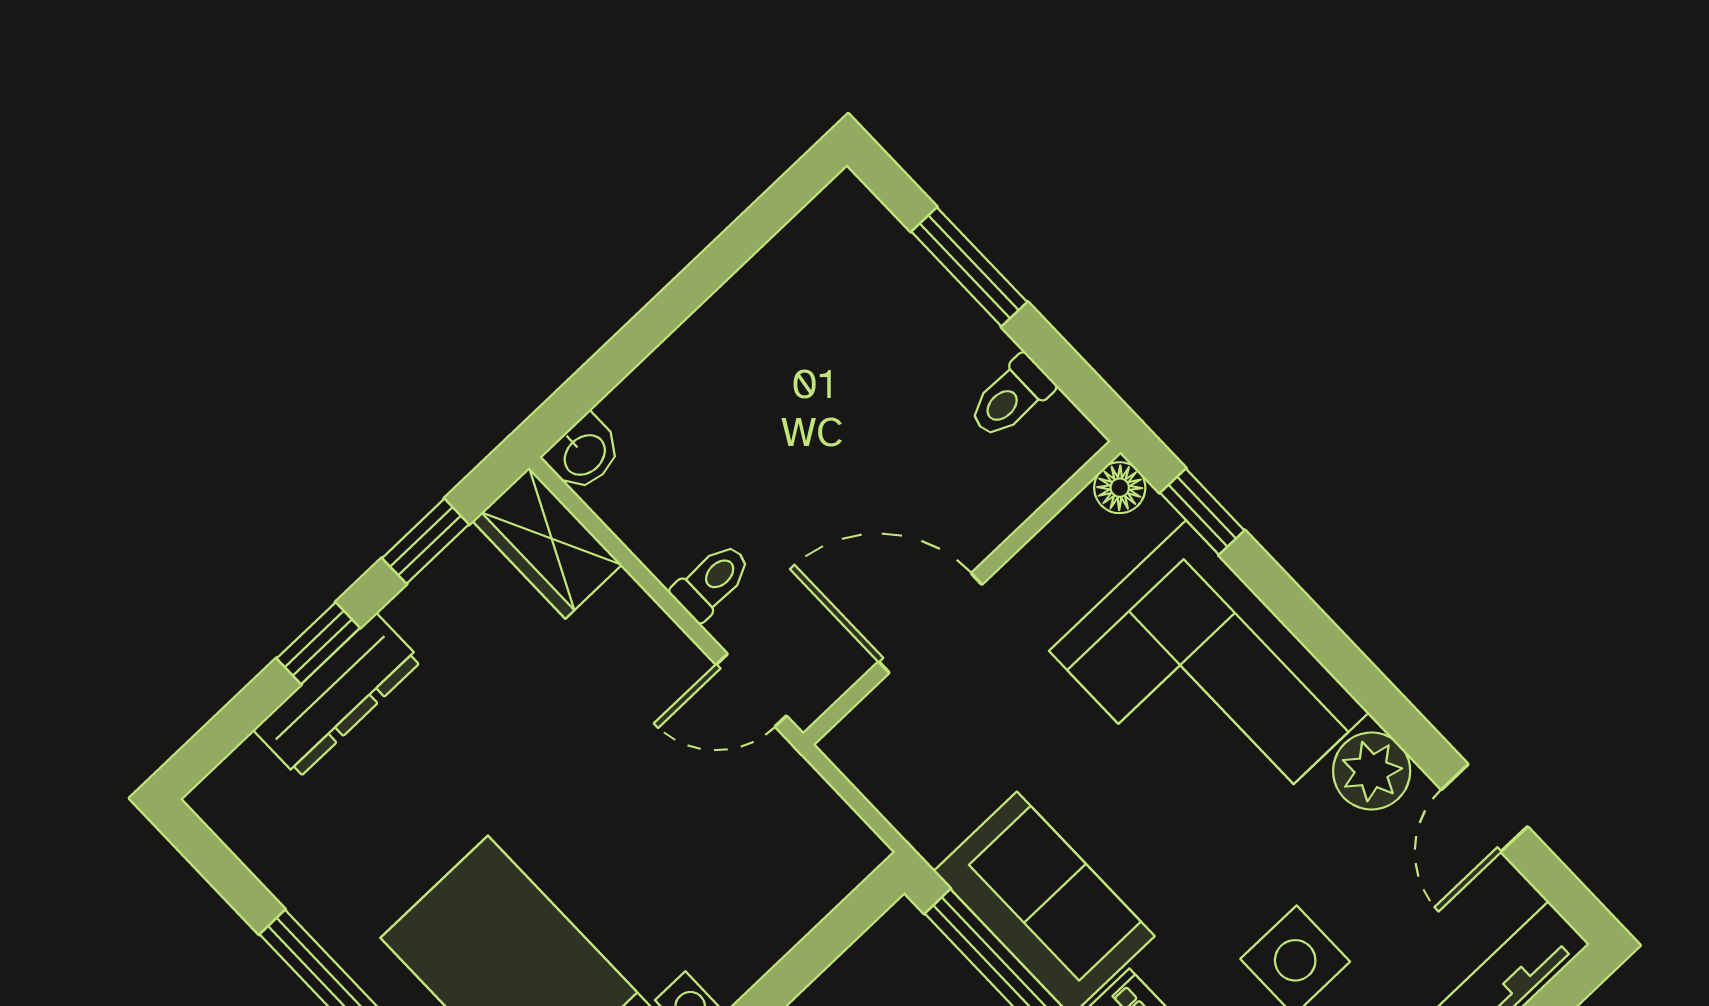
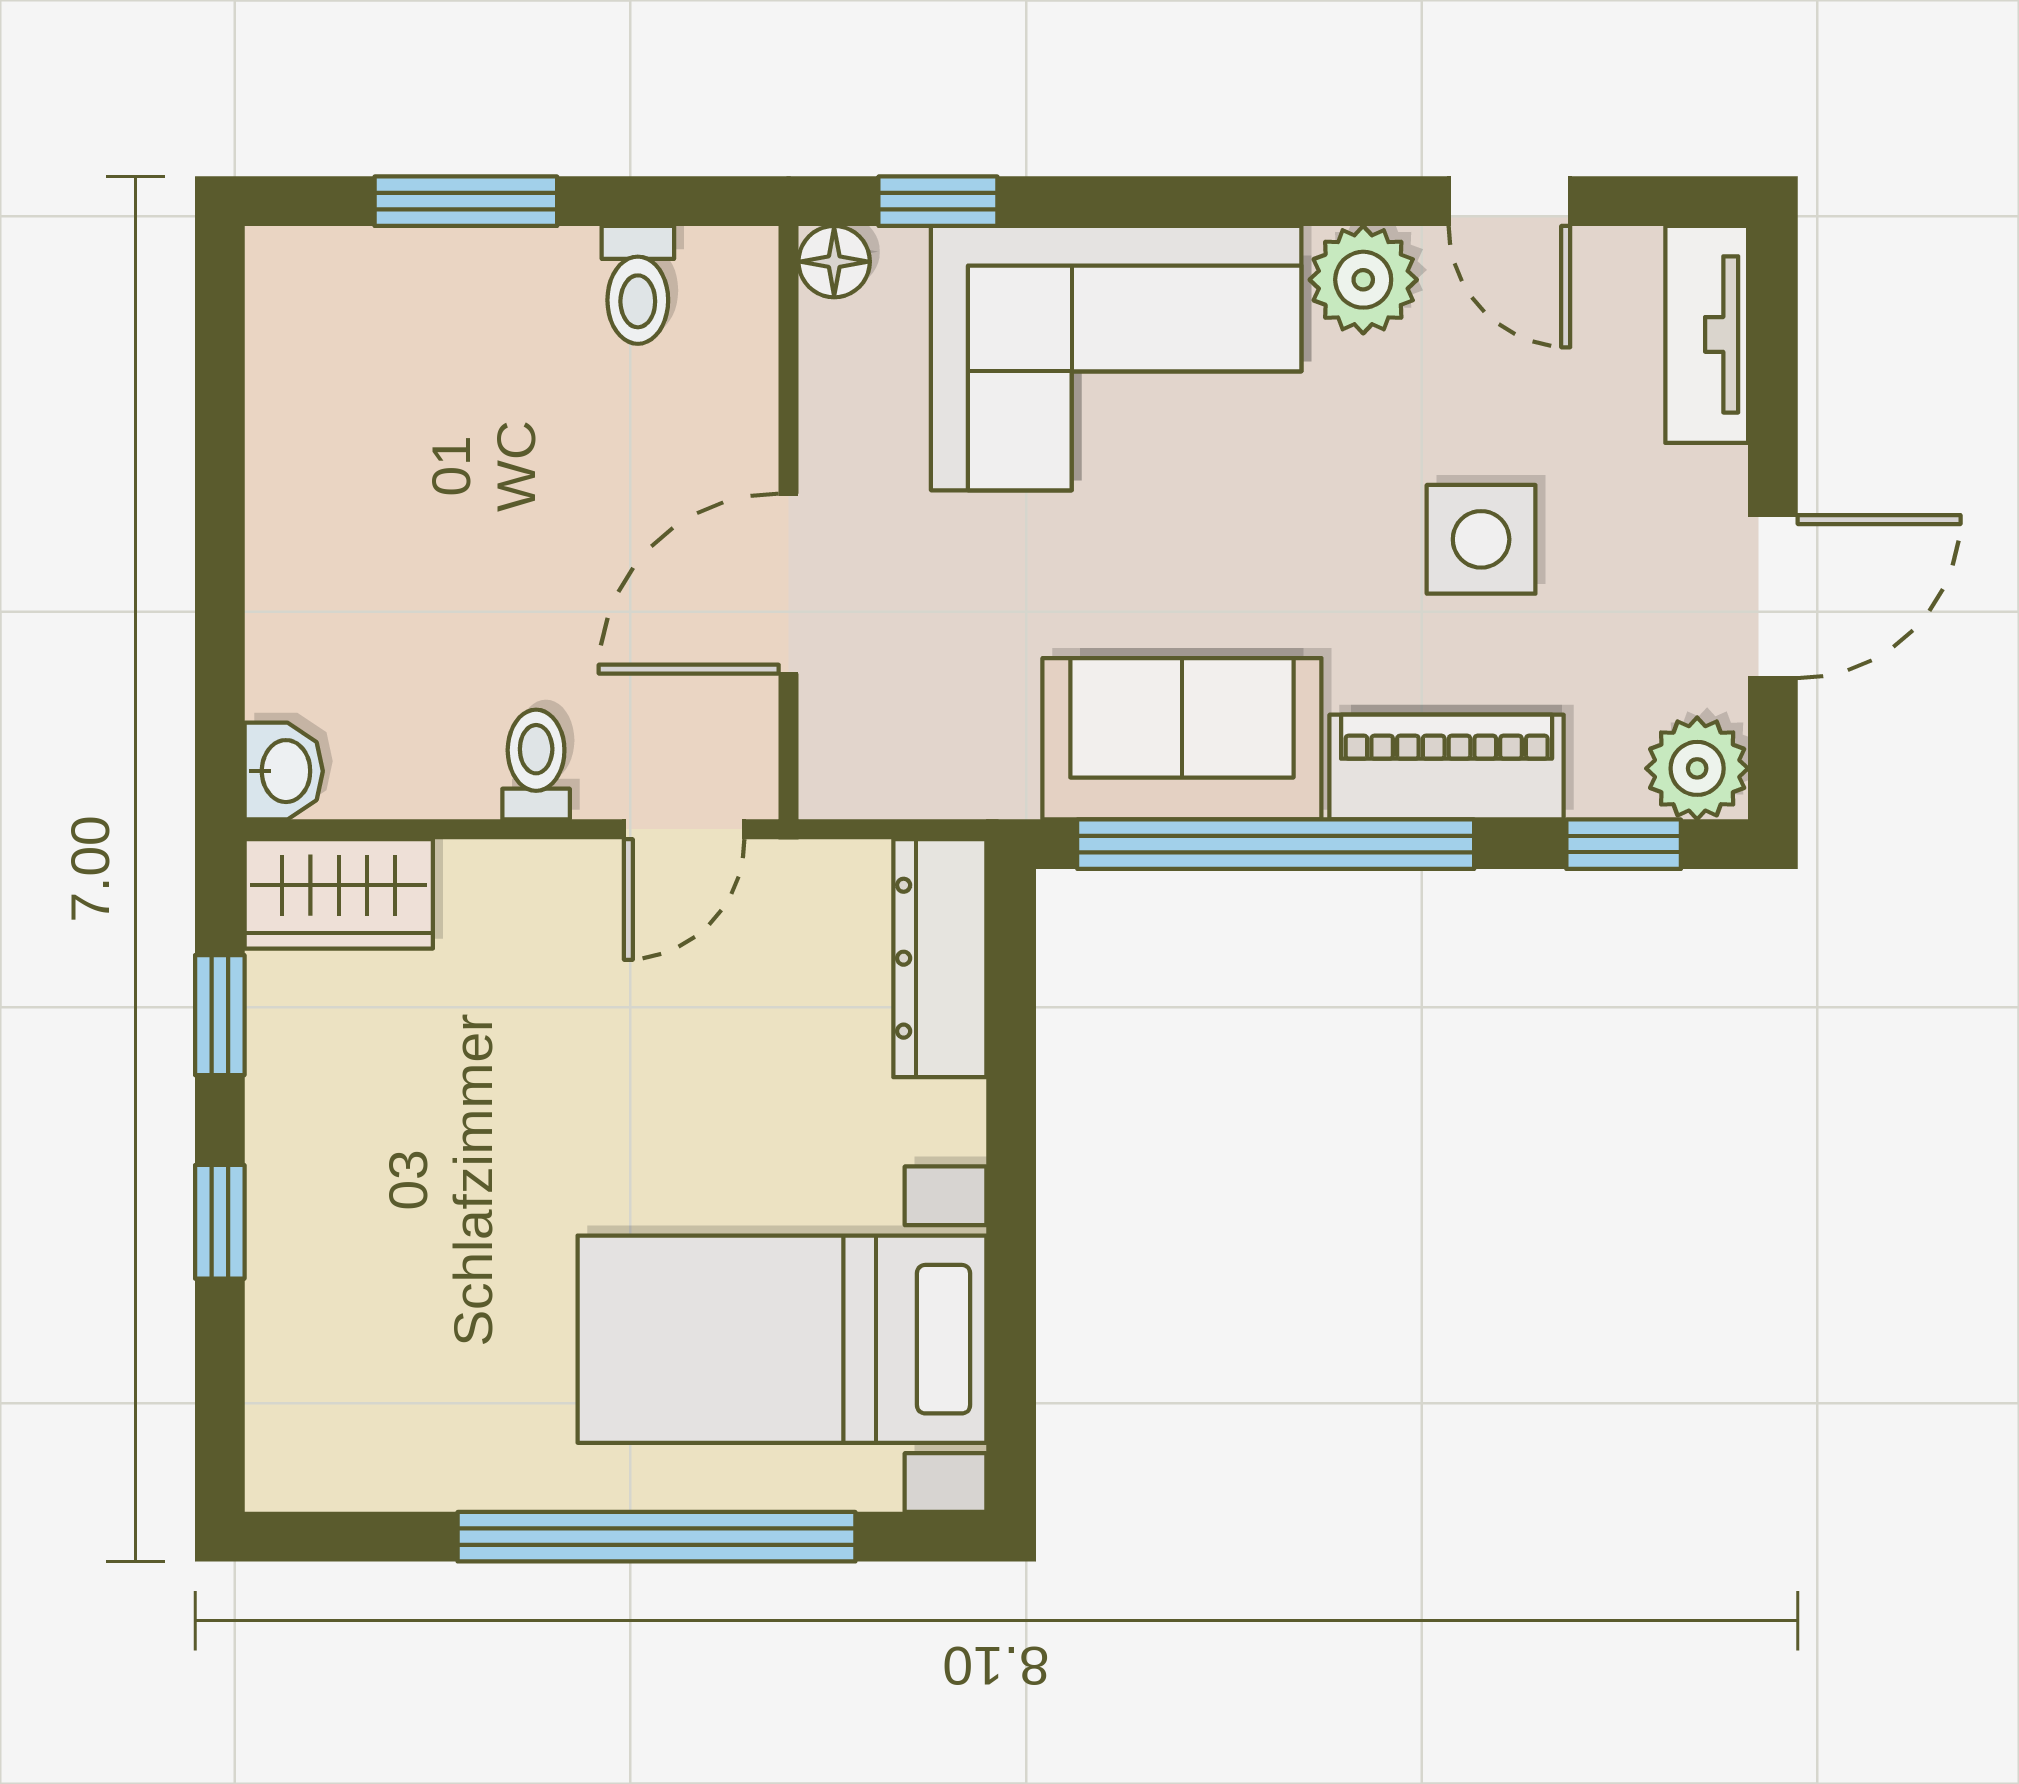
dresser: (337, 695) -> (940, 958), moved, turned 180

